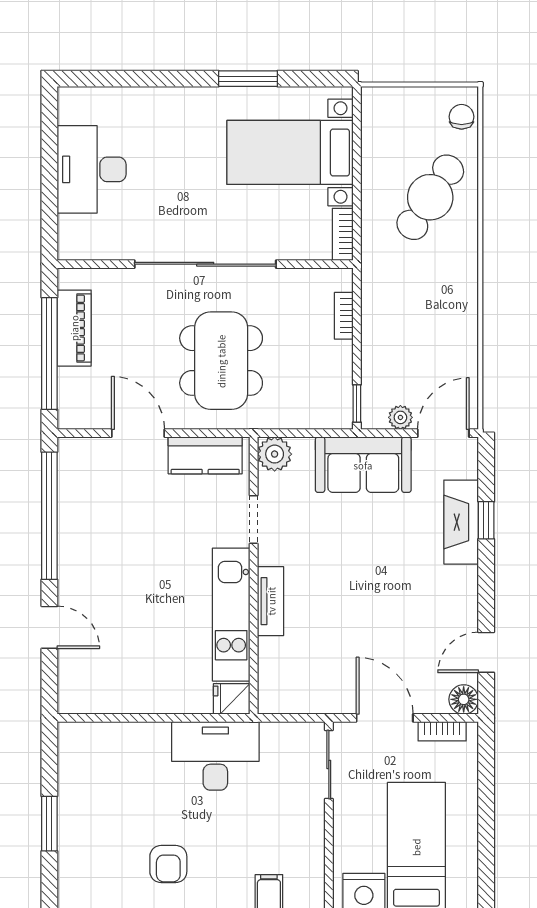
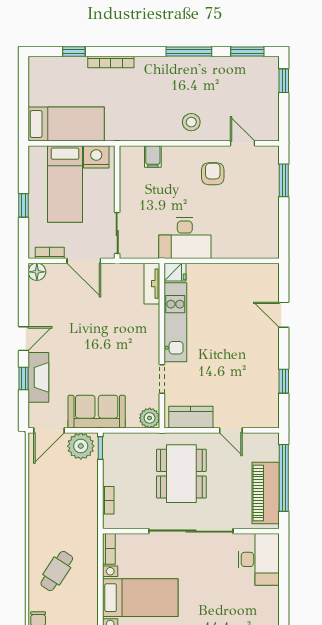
desk: (92, 169) -> (259, 559), moved
cafe table: (430, 197) -> (57, 571), width x0.73, depth x0.74
piano: (74, 328) -> (266, 493), width x1.37, depth x1.33
plant: (400, 417) -> (81, 446), width x1.88, depth x1.88
door: (138, 433) -> (231, 430), width x0.73
window: (49, 516) -> (284, 381), width x0.32
tv unit: (271, 601) -> (152, 284), moved
door: (486, 652) -> (23, 339), moved
window: (486, 811) -> (23, 205), added
window: (49, 824) -> (284, 180), moved

